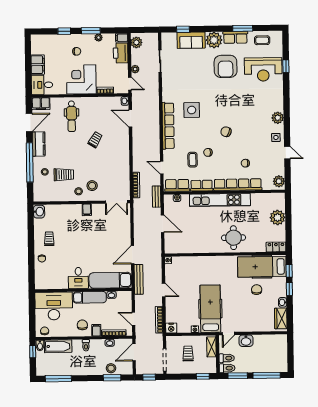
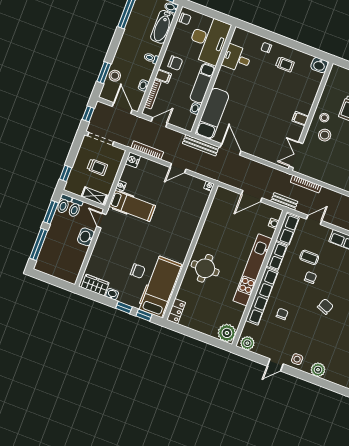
plant: (278, 217) -> (227, 333), moved
desk: (78, 278) -> (237, 58), moved
hospital bed: (210, 309) -> (132, 206), width x0.73, depth x0.78

